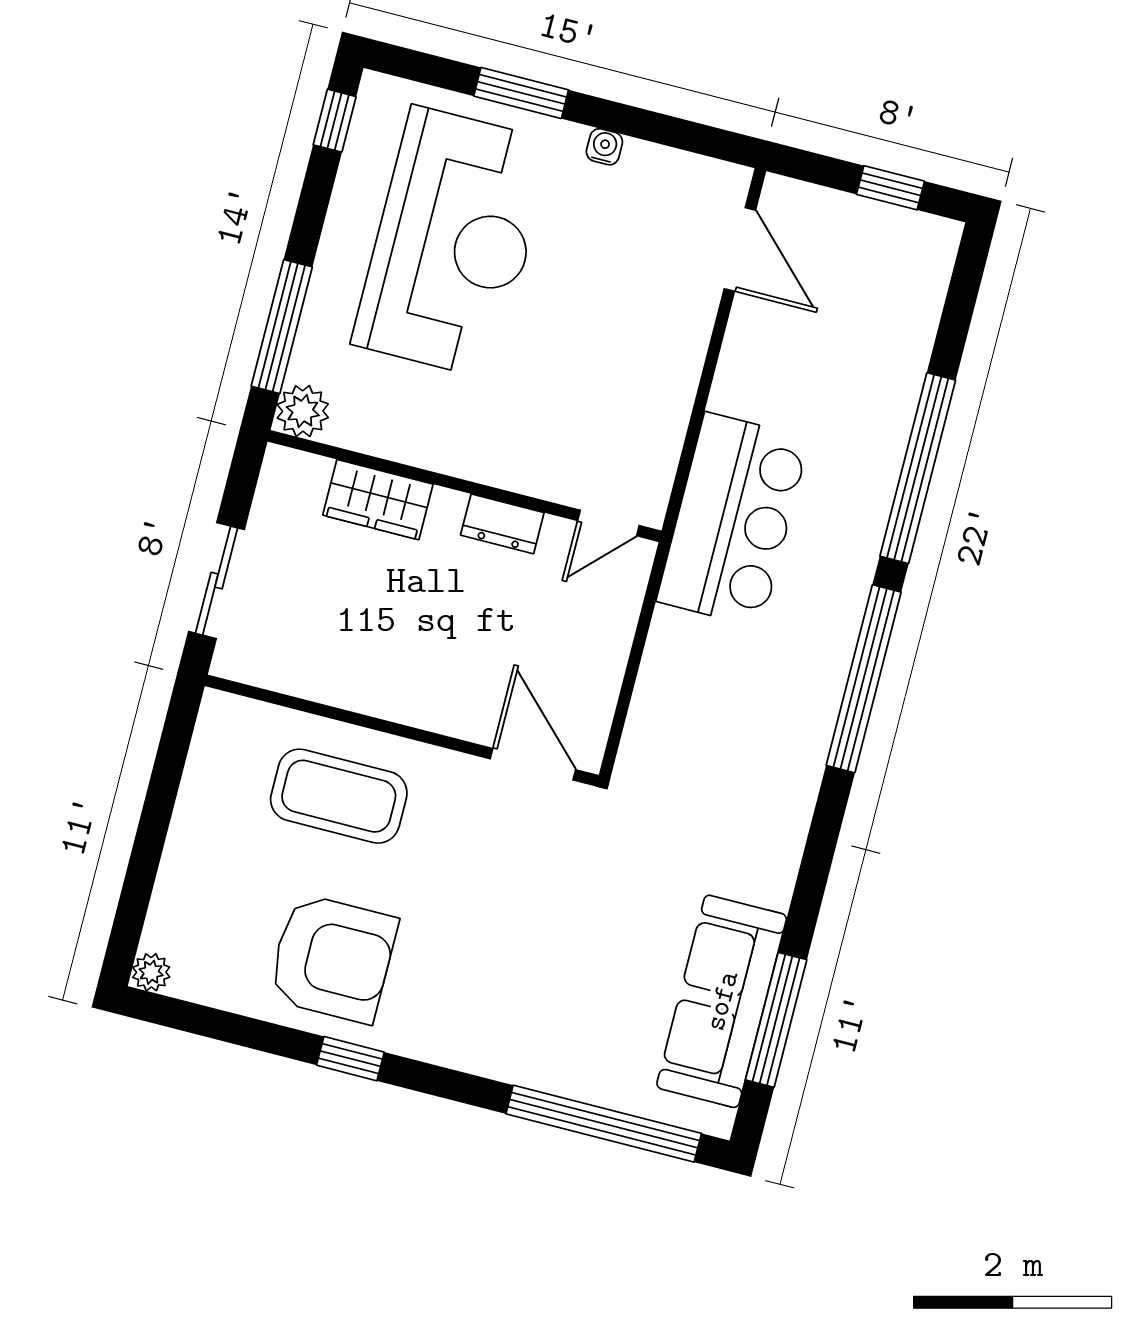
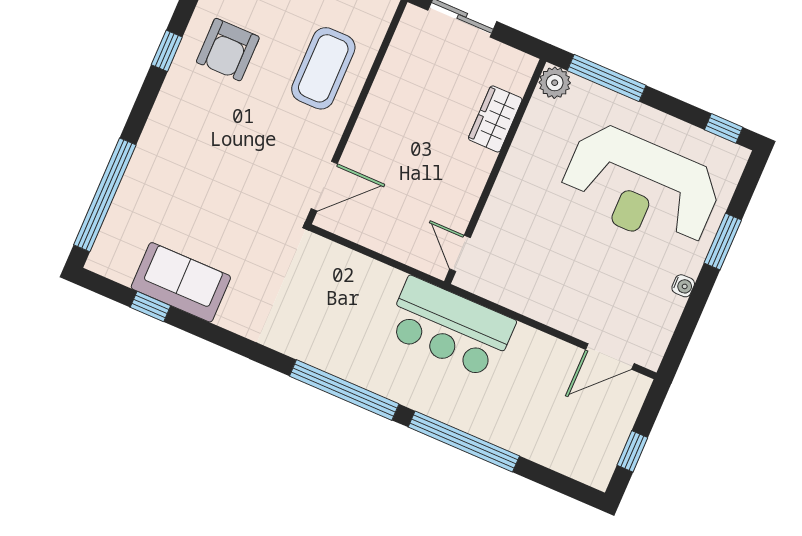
dresser: (502, 524) -> (469, 190), removed
armchair: (333, 958) -> (228, 50), width x0.73, depth x0.73
sofa: (722, 1001) -> (181, 282), width x0.73
window: (776, 1020) -> (150, 306), width x0.46

